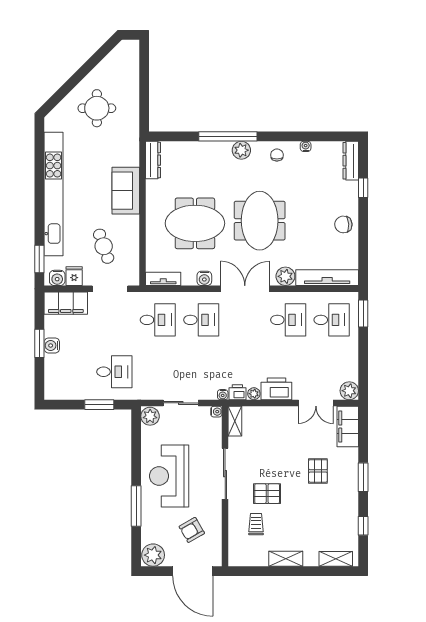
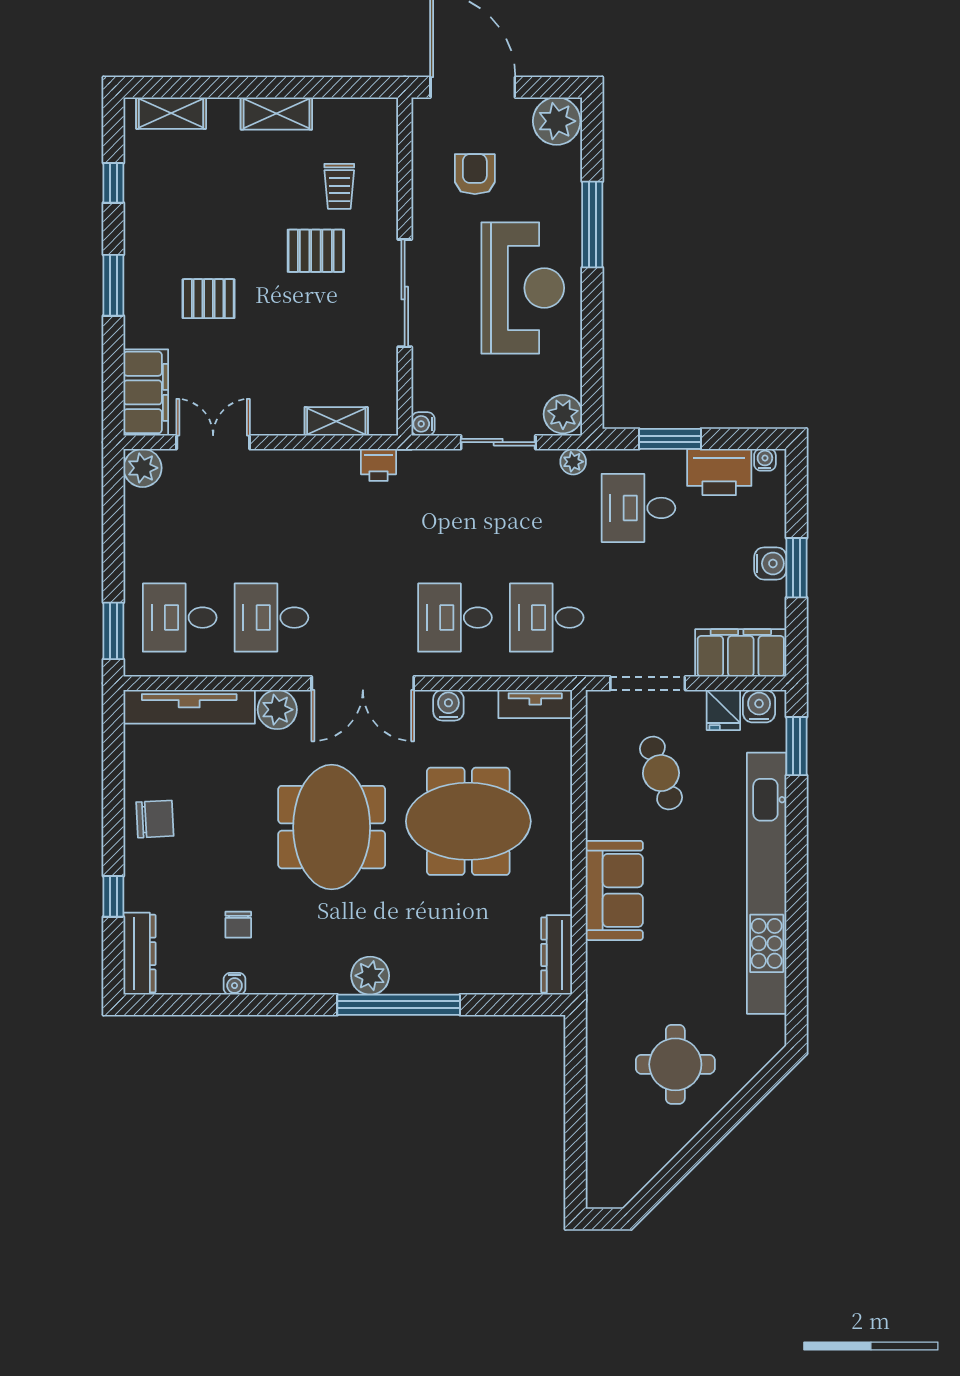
chair: (277, 155) -> (238, 925), moved
printer: (276, 389) -> (719, 472), moved
plant: (254, 394) -> (573, 462), moved
water cooler: (223, 395) -> (765, 460), moved
shelving: (235, 421) -> (336, 421), moved, turned 90
pallet: (318, 471) -> (208, 299), turned 90
armchair: (192, 530) -> (475, 174), turned -60

